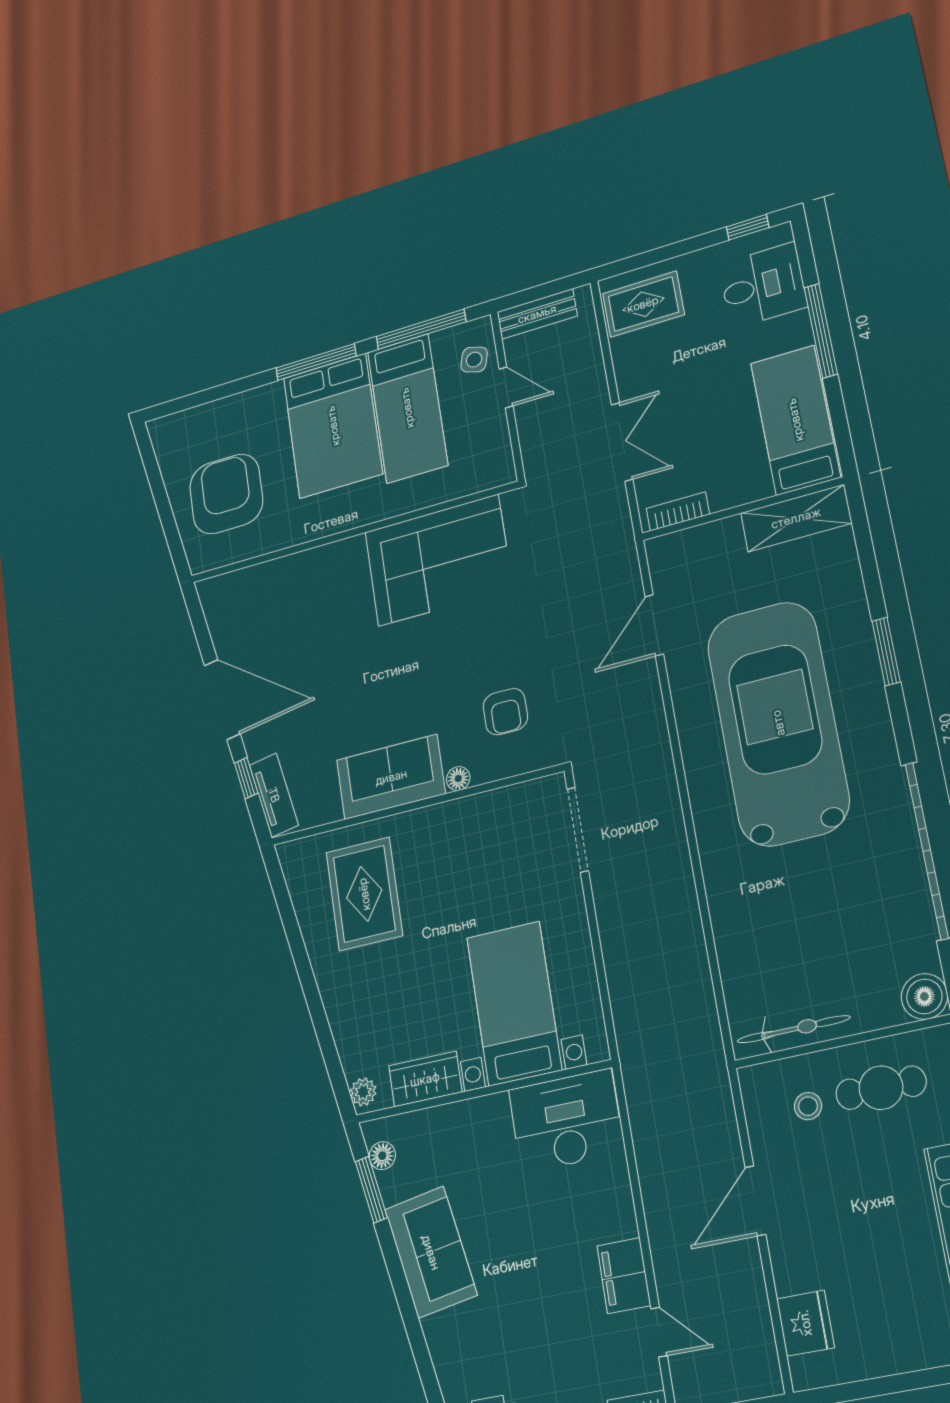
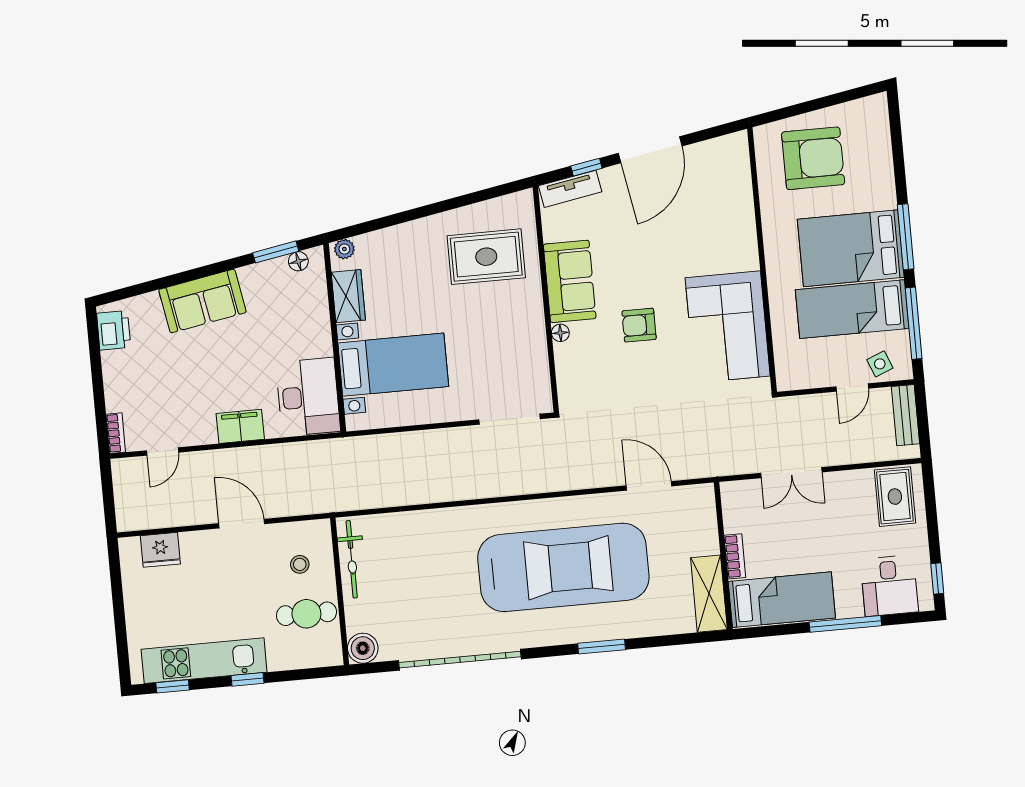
side table: (474, 360) -> (880, 364), turned -38
bookcase: (678, 511) -> (735, 556), moved
armchair: (505, 712) -> (639, 325), moved
cafe table: (881, 1088) -> (306, 614), turned 90
sofa: (431, 1252) -> (202, 301), moved
filing cabinet: (624, 1276) -> (240, 426), moved

